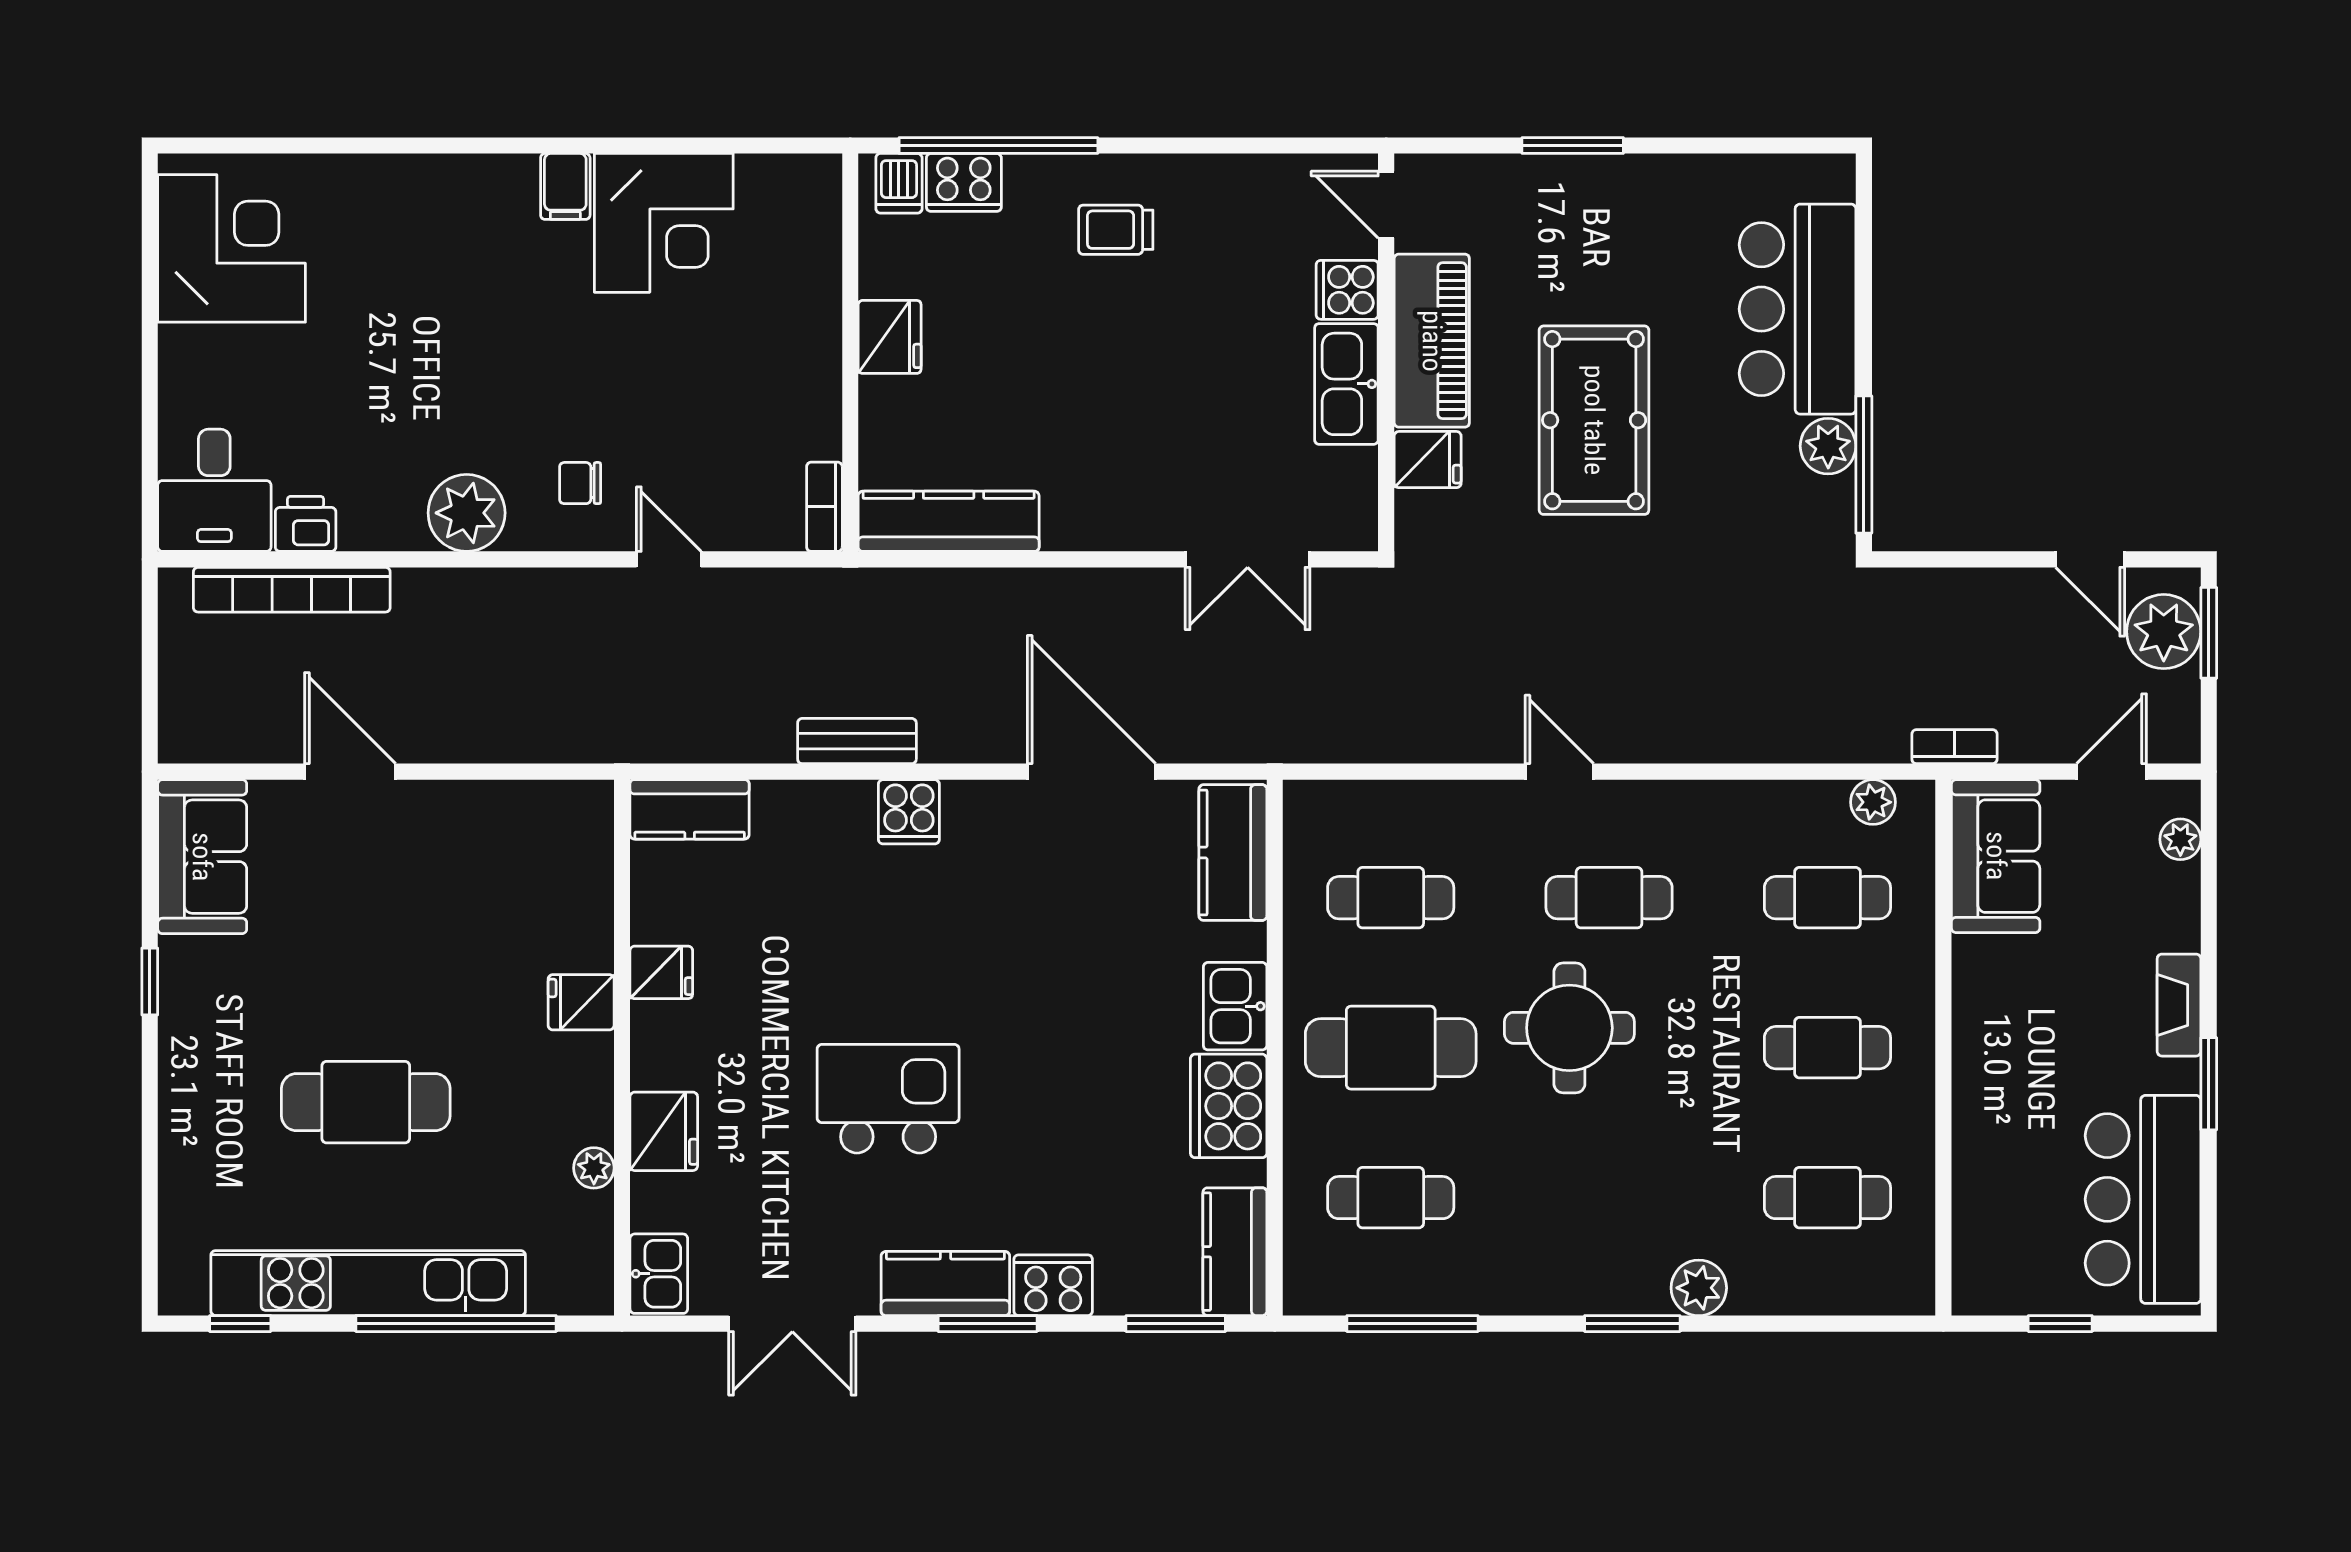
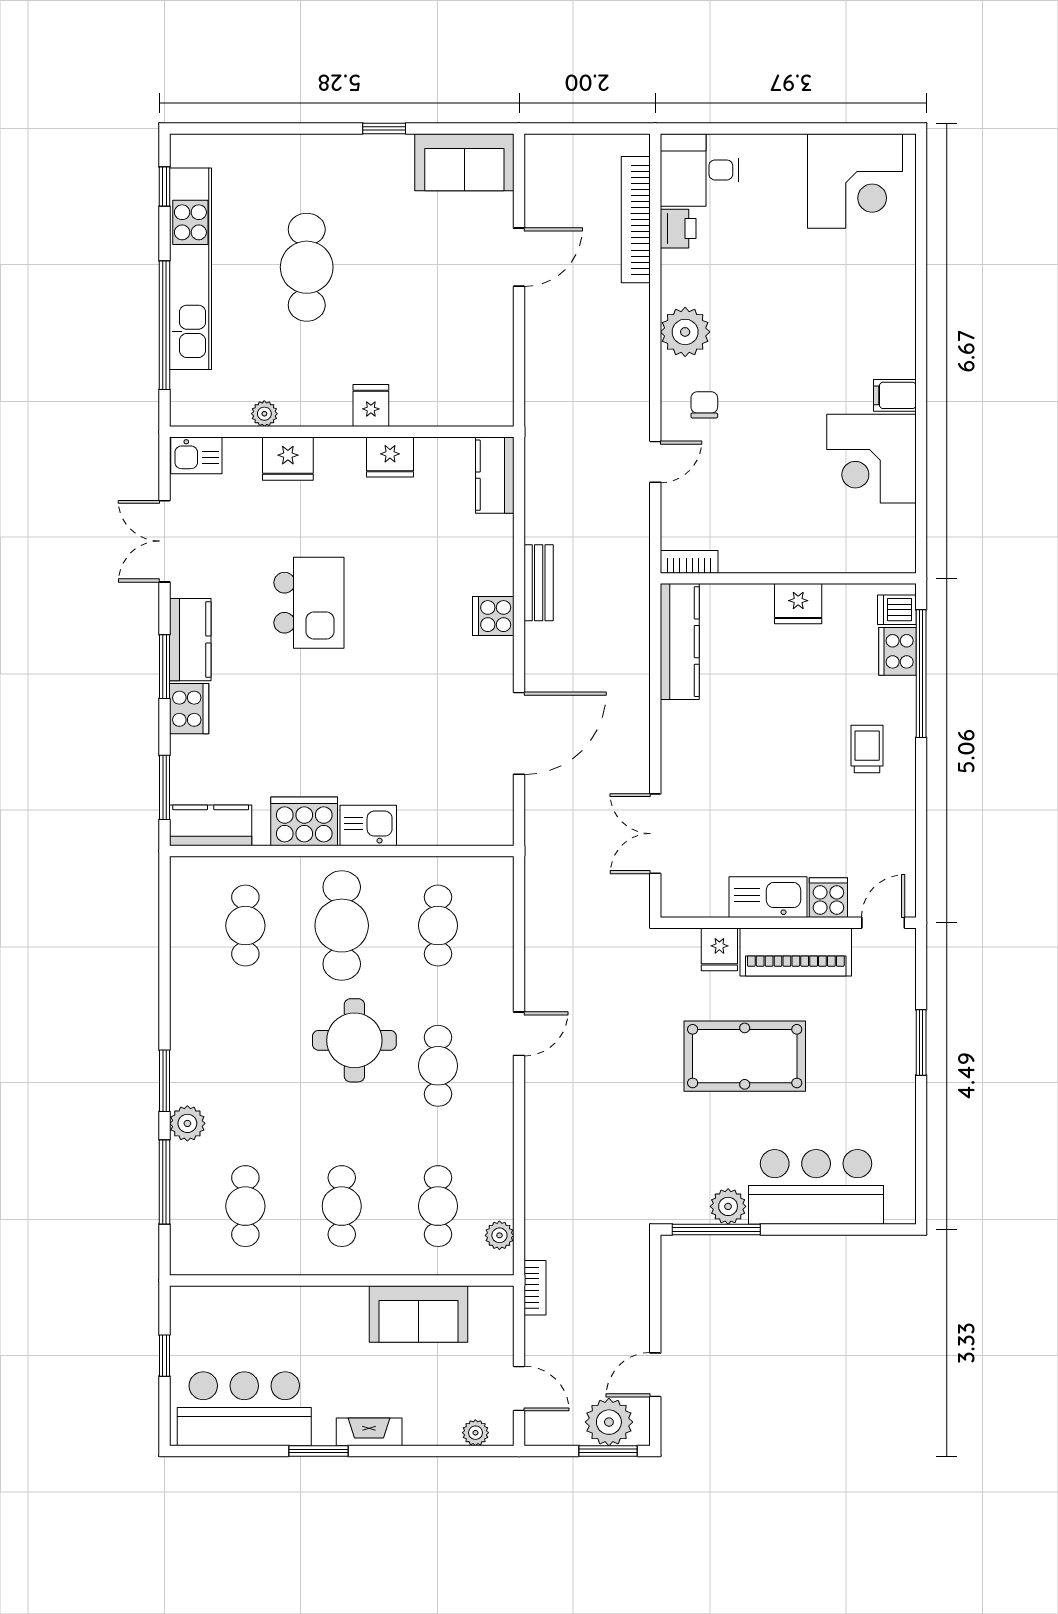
kitchen counter: (1233, 853) -> (467, 824), removed
sofa: (1996, 856) -> (418, 1314), moved
fridge: (661, 972) -> (390, 457), width x1.38
window: (1412, 1324) -> (164, 1182), moved

